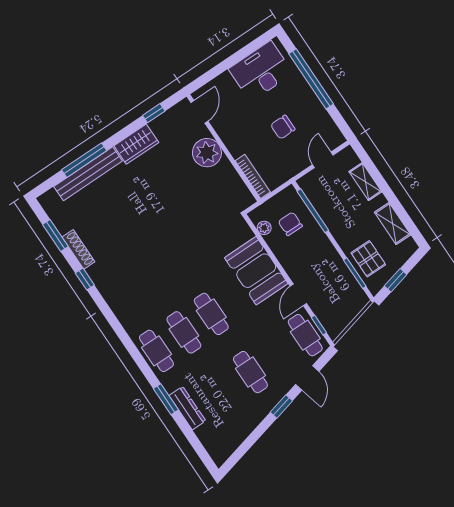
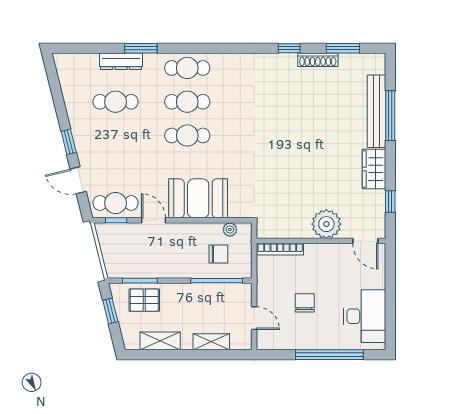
cafe table: (250, 372) -> (116, 102), moved

